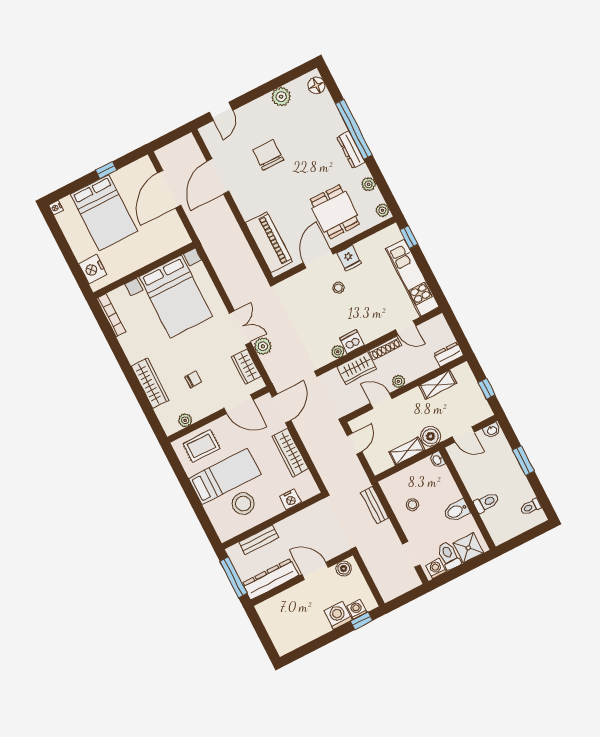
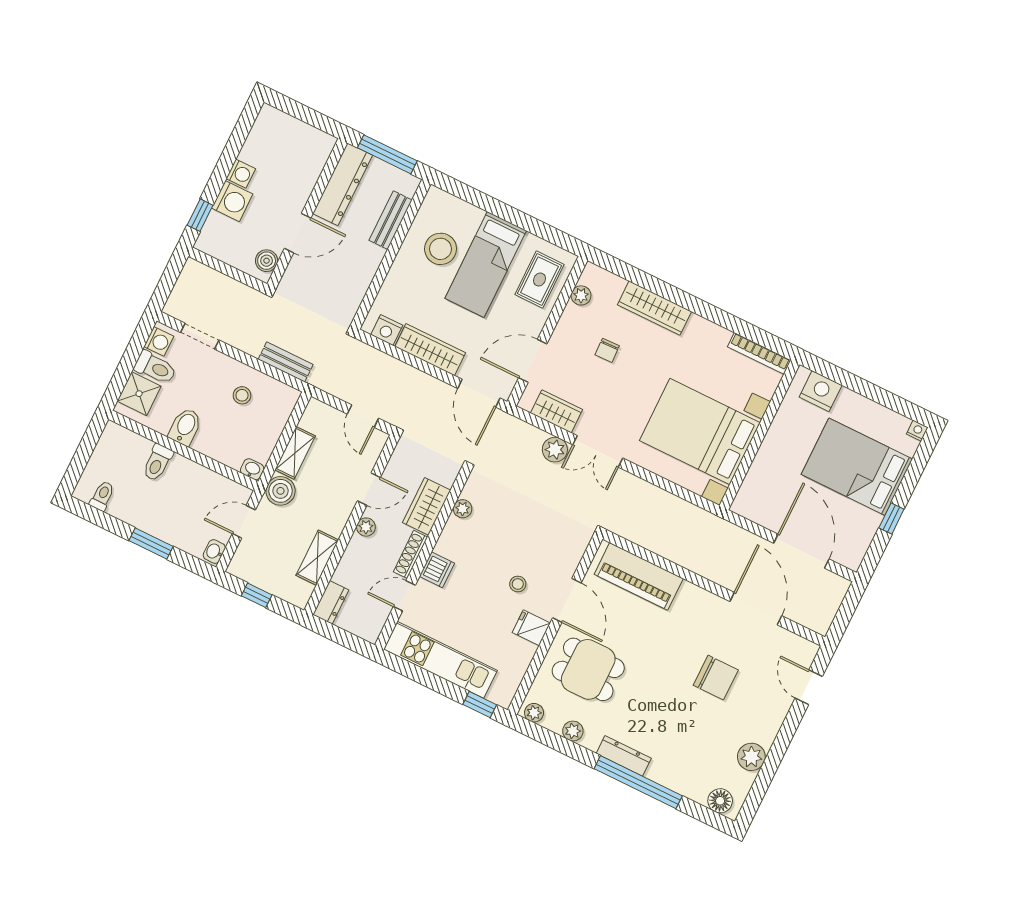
dishwasher: (352, 342) -> (437, 570), moved
nightstand: (290, 499) -> (387, 330), moved, turned -90
washing machine: (357, 609) -> (241, 174), moved

